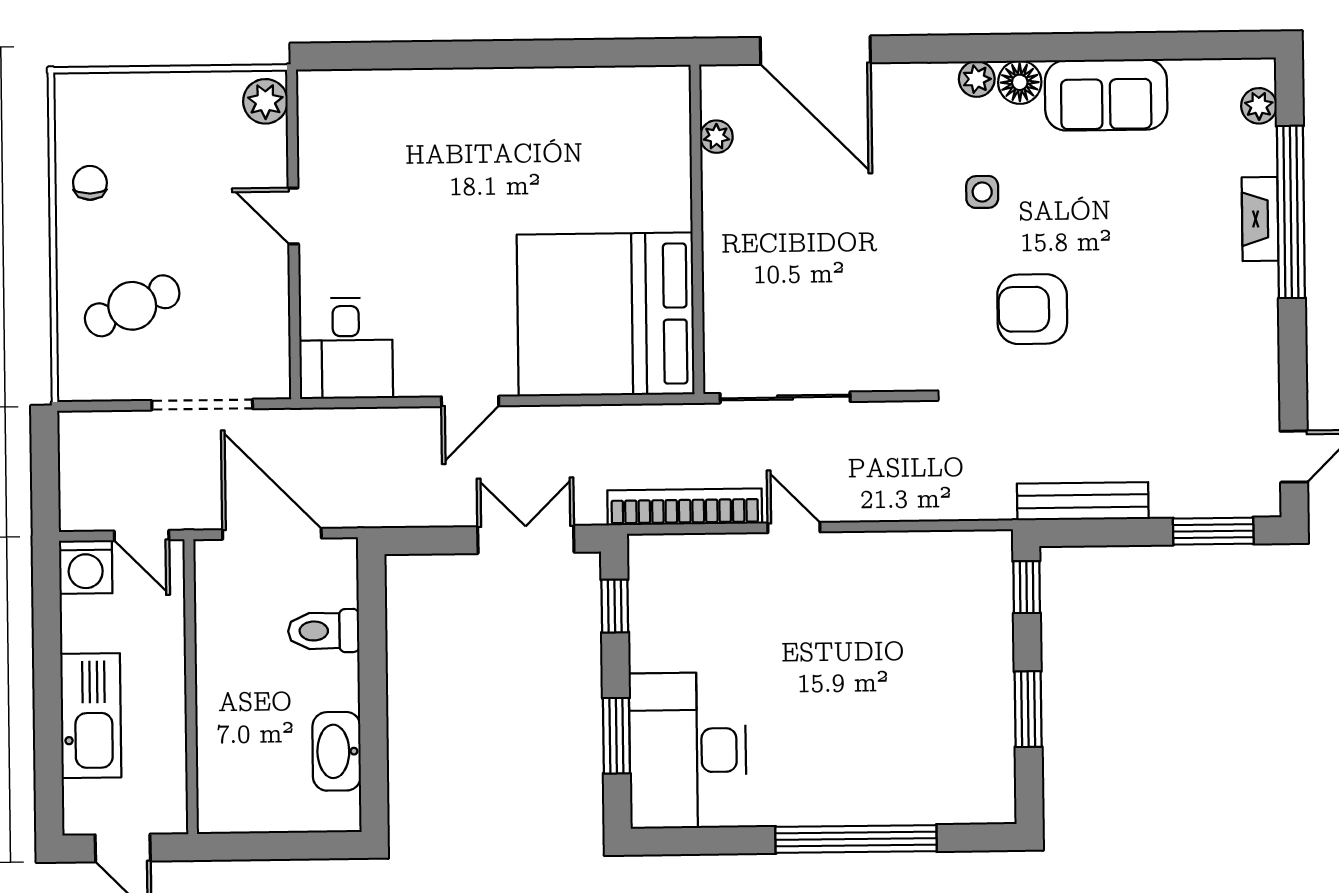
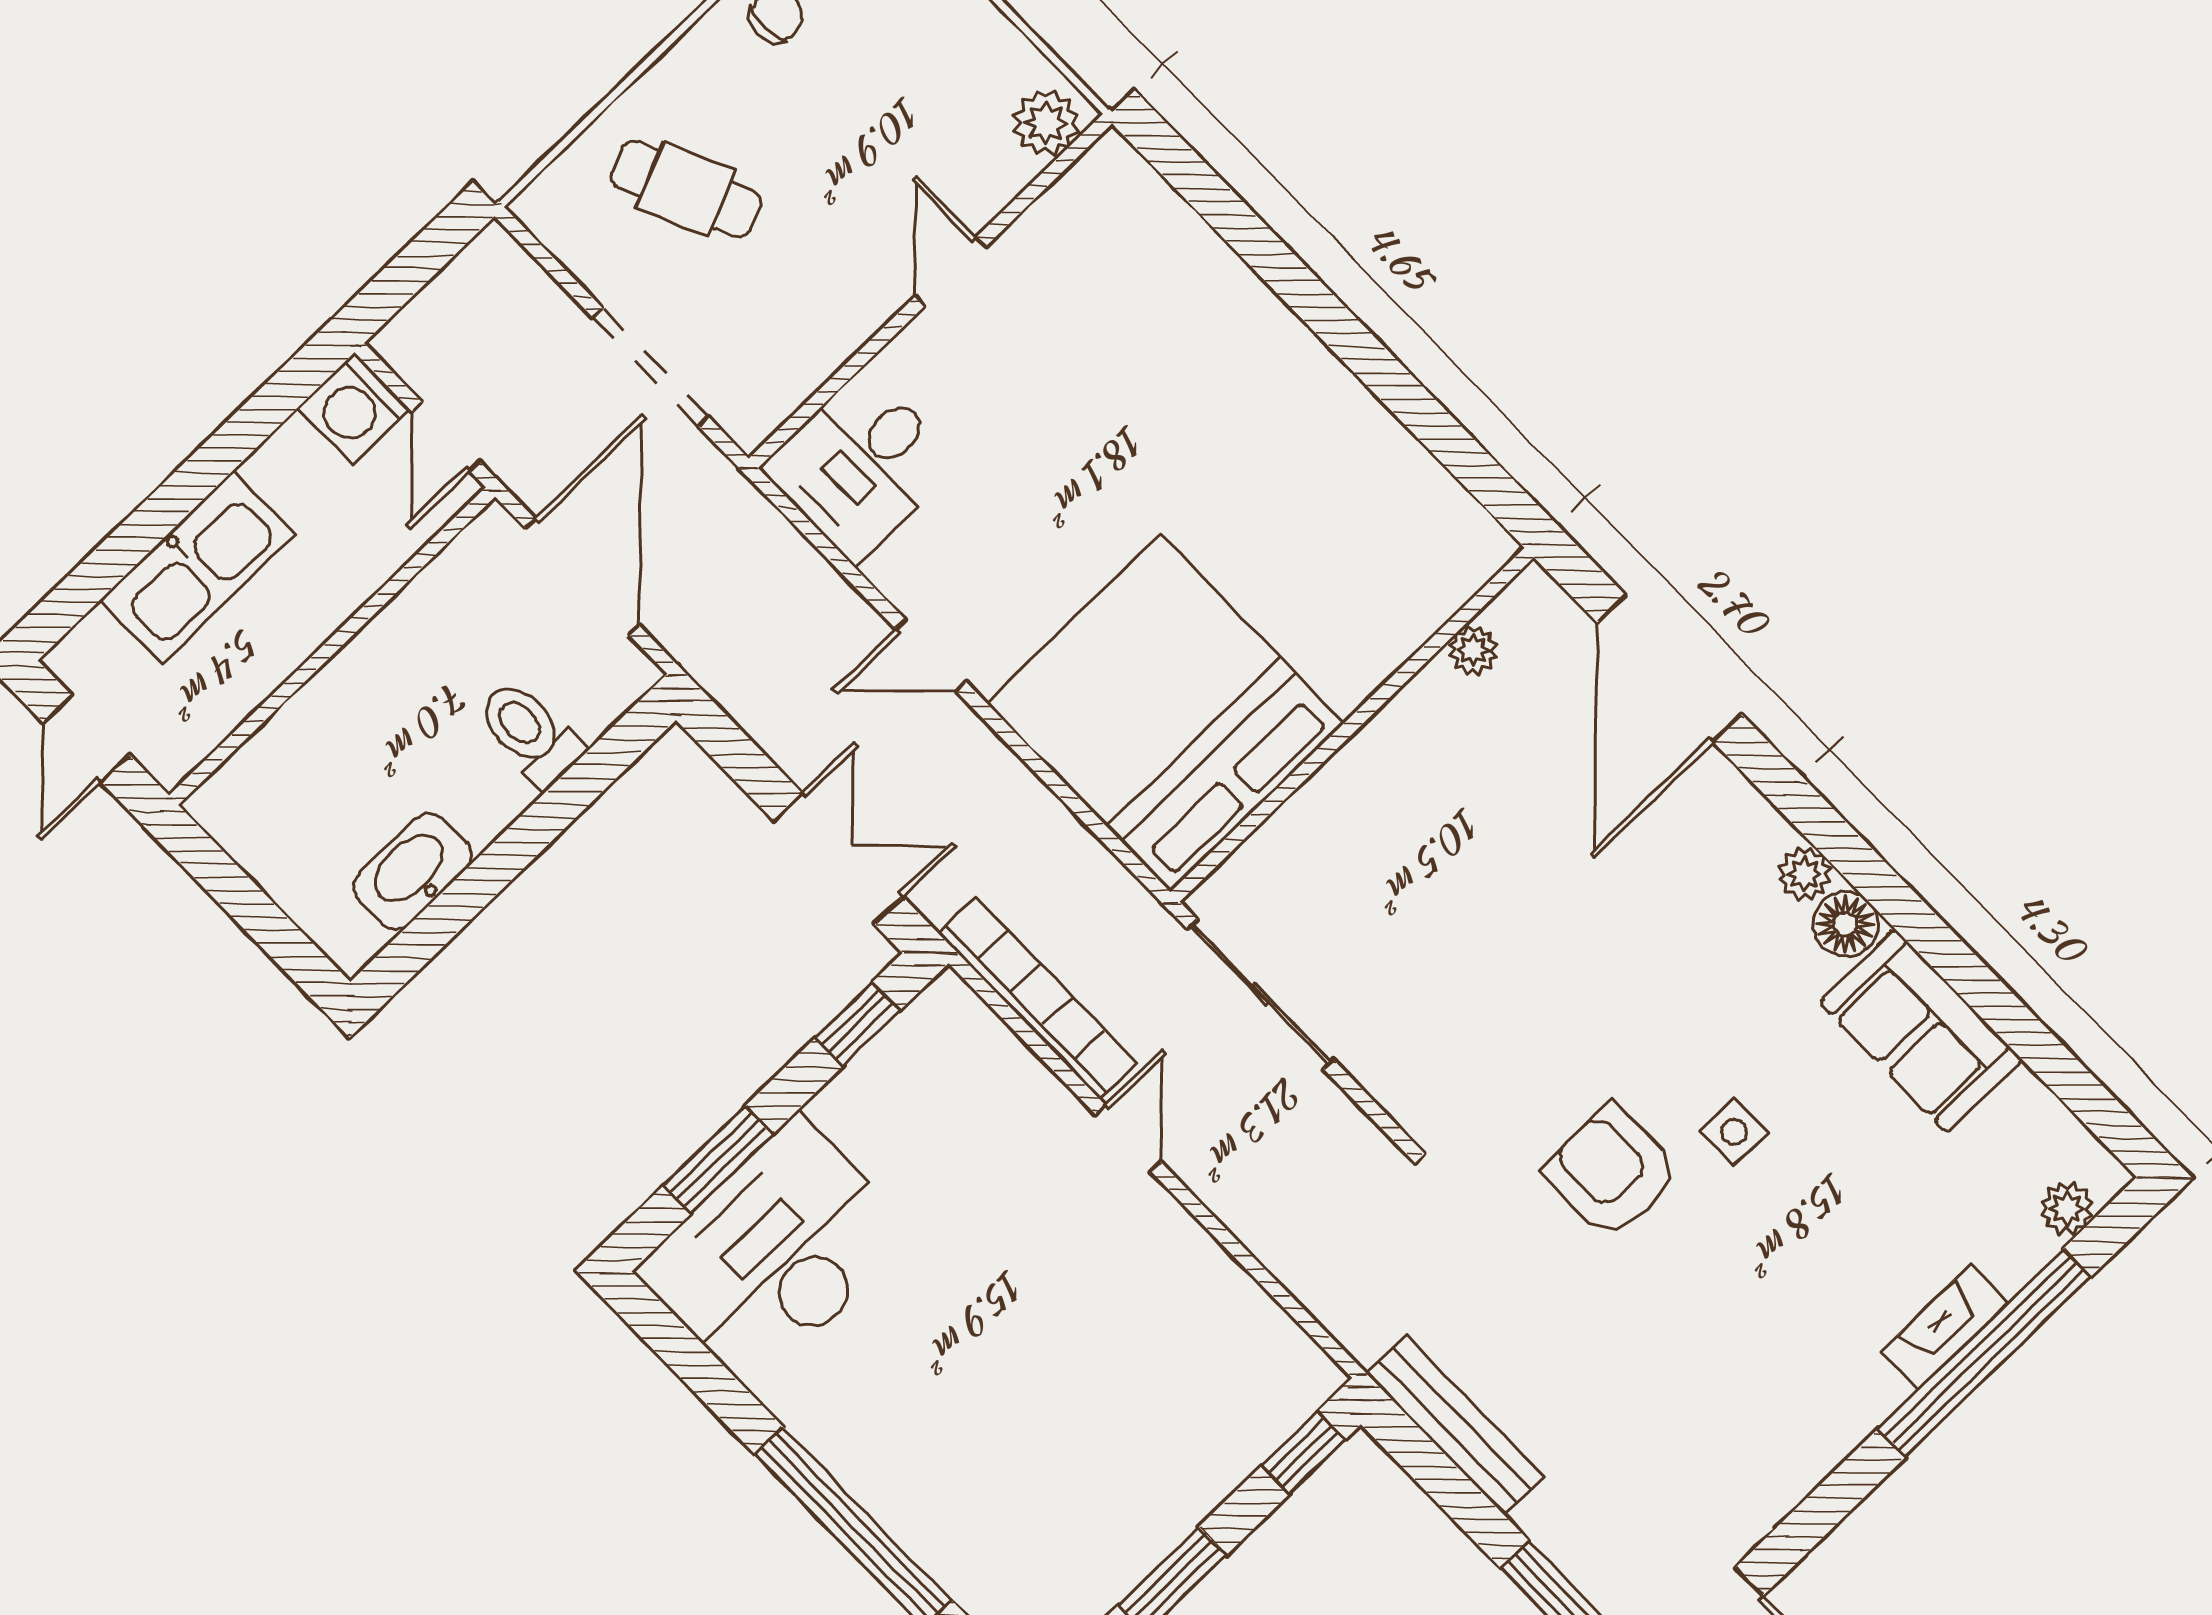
side table: (982, 192) -> (1734, 1132), moved

